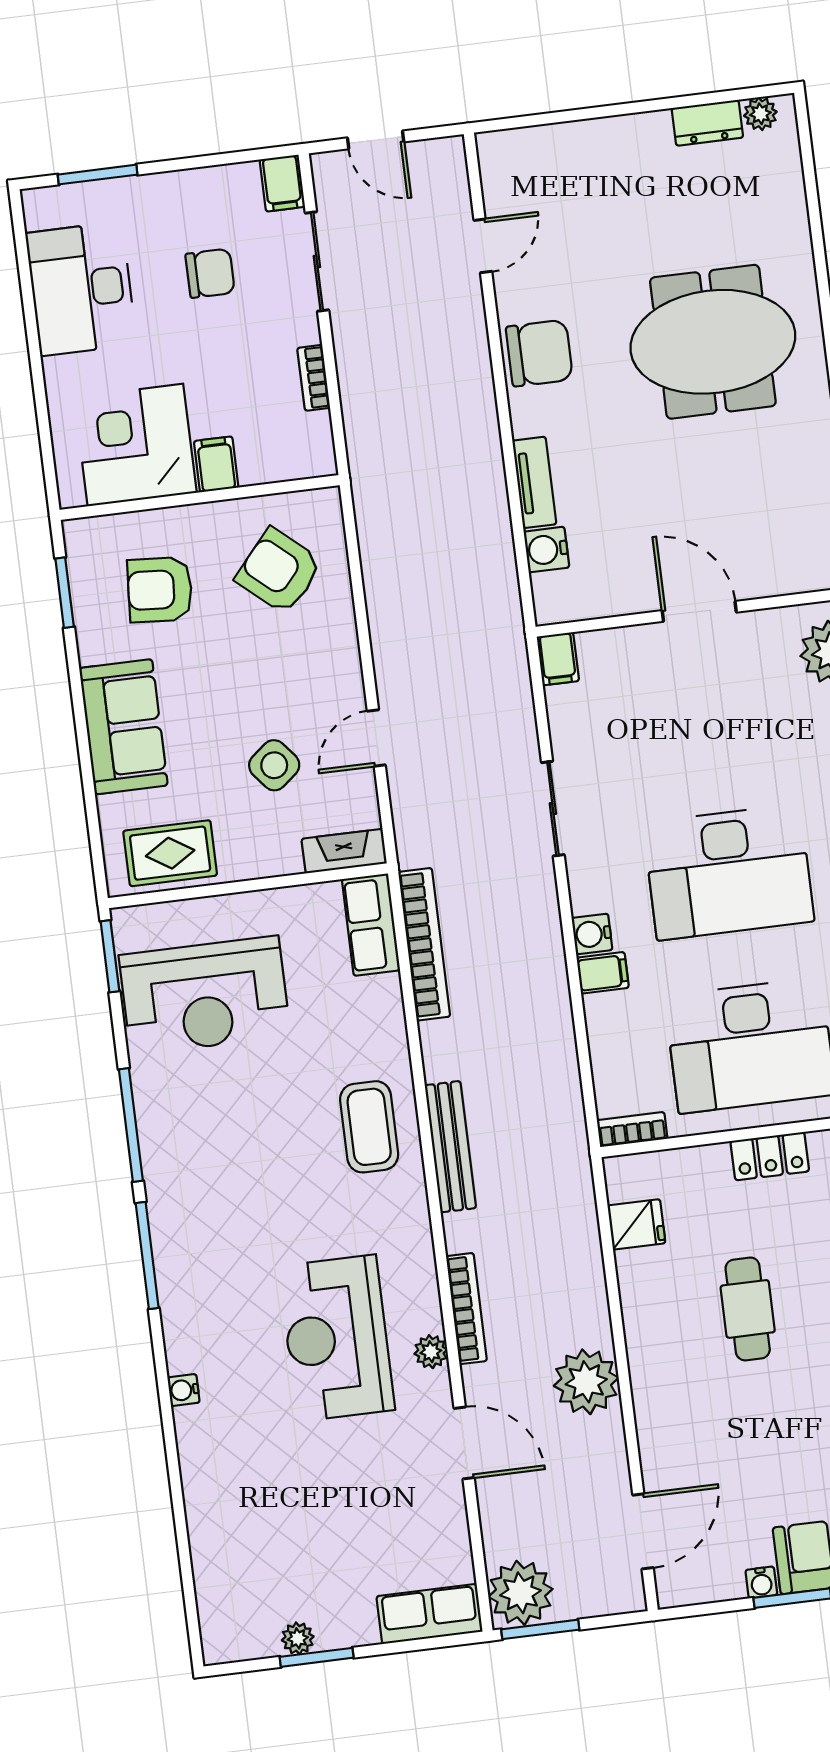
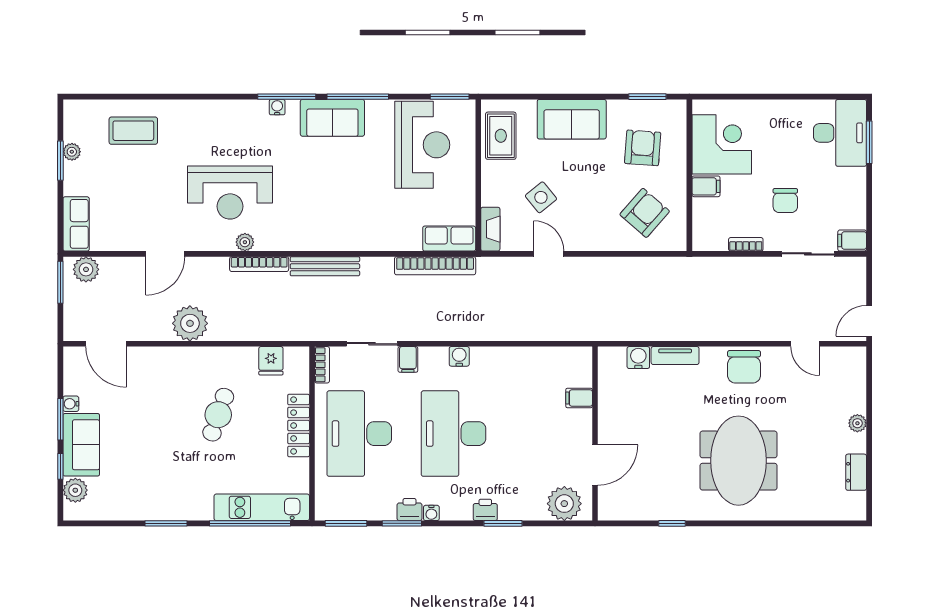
plant: (760, 114) -> (857, 423), moved
door: (376, 140) -> (869, 321), moved
chair: (210, 273) -> (785, 201), moved
desk: (81, 289) -> (840, 133), moved, turned 90
door: (699, 611) -> (595, 465), moved
filing cabinet: (558, 659) -> (579, 398), moved
sliding door: (553, 809) -> (372, 344), moved
water cooler: (592, 934) -> (459, 356), moved
reception desk: (205, 996) -> (422, 145), turned 180
coffee table: (369, 1127) -> (133, 131), moved
locker: (770, 1156) -> (299, 425), width x1.53
sofa: (176, 1167) -> (332, 118), added
bookcase: (466, 1309) -> (259, 264), moved
cafe table: (748, 1309) -> (218, 415), turned -71
reception desk: (337, 1338) -> (230, 193), turned 180
plant: (431, 1352) -> (245, 242), moved
water cooler: (184, 1390) -> (277, 107), moved
plant: (521, 1593) -> (86, 269), width x0.73, depth x0.73

